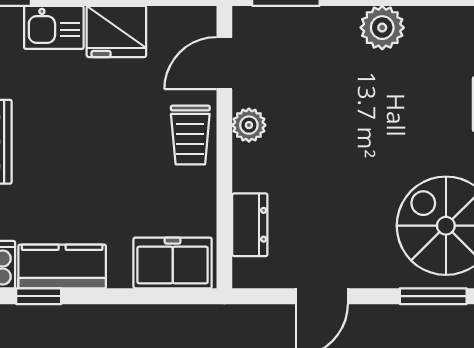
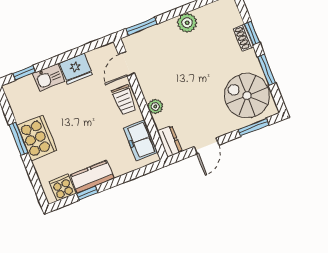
plant: (249, 125) -> (155, 106), moved
dresser: (250, 225) -> (170, 141), moved
freezer: (173, 263) -> (141, 140), moved, turned -90

